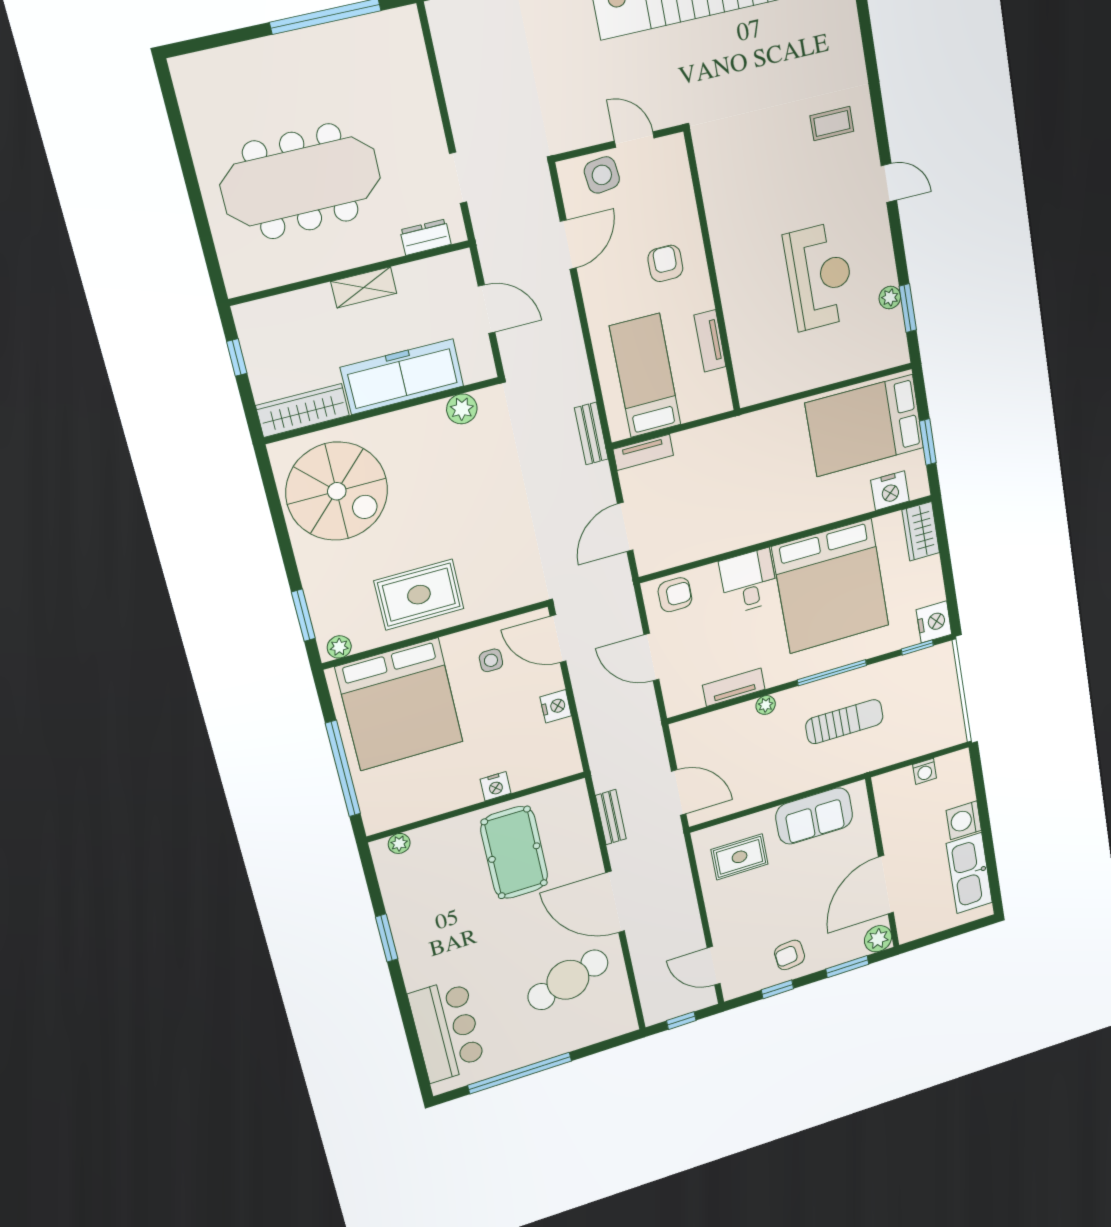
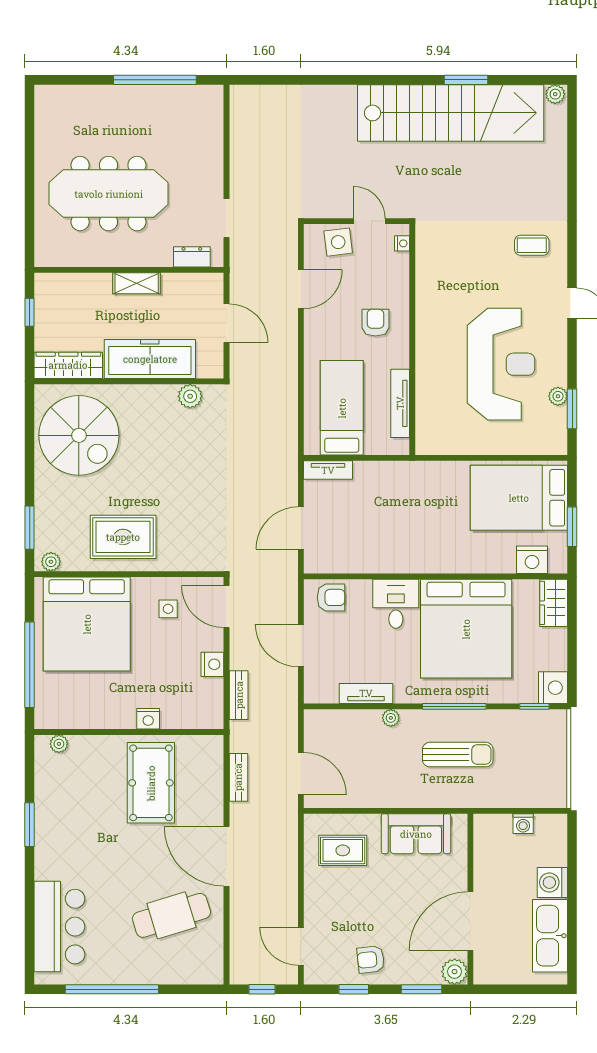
nightstand: (679, 158) -> (402, 243), added
reception desk: (820, 276) -> (501, 364), width x1.36, depth x1.30
tv unit: (710, 341) -> (400, 403), width x1.41
bench: (591, 434) -> (239, 695), moved

